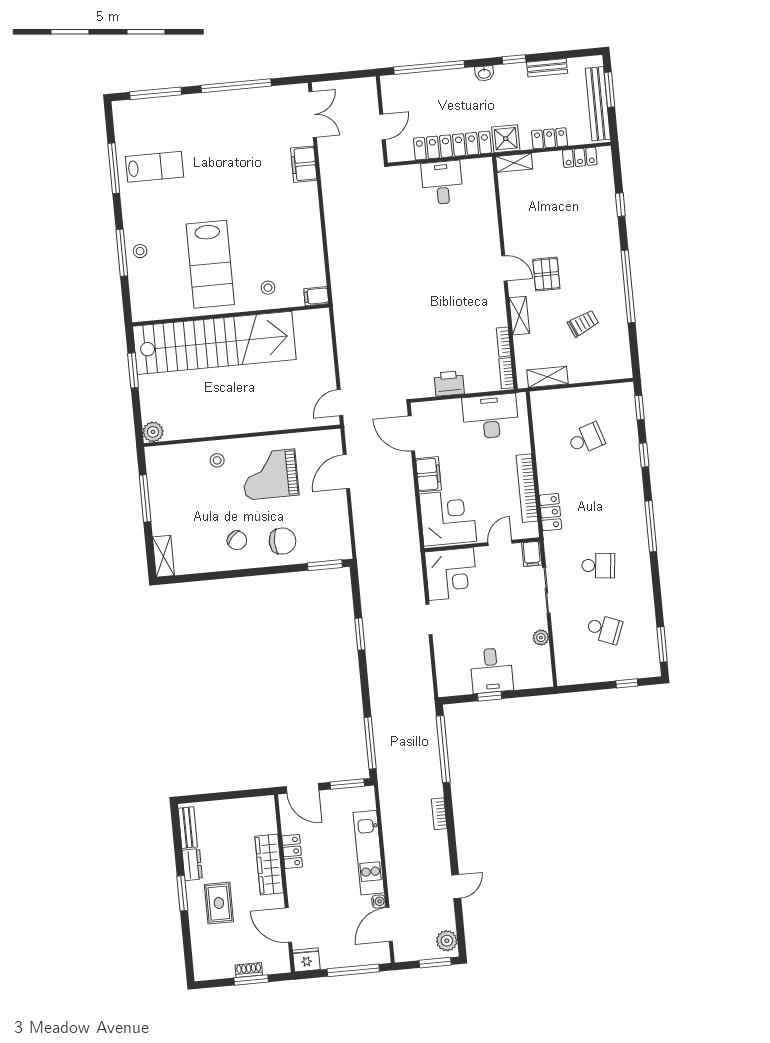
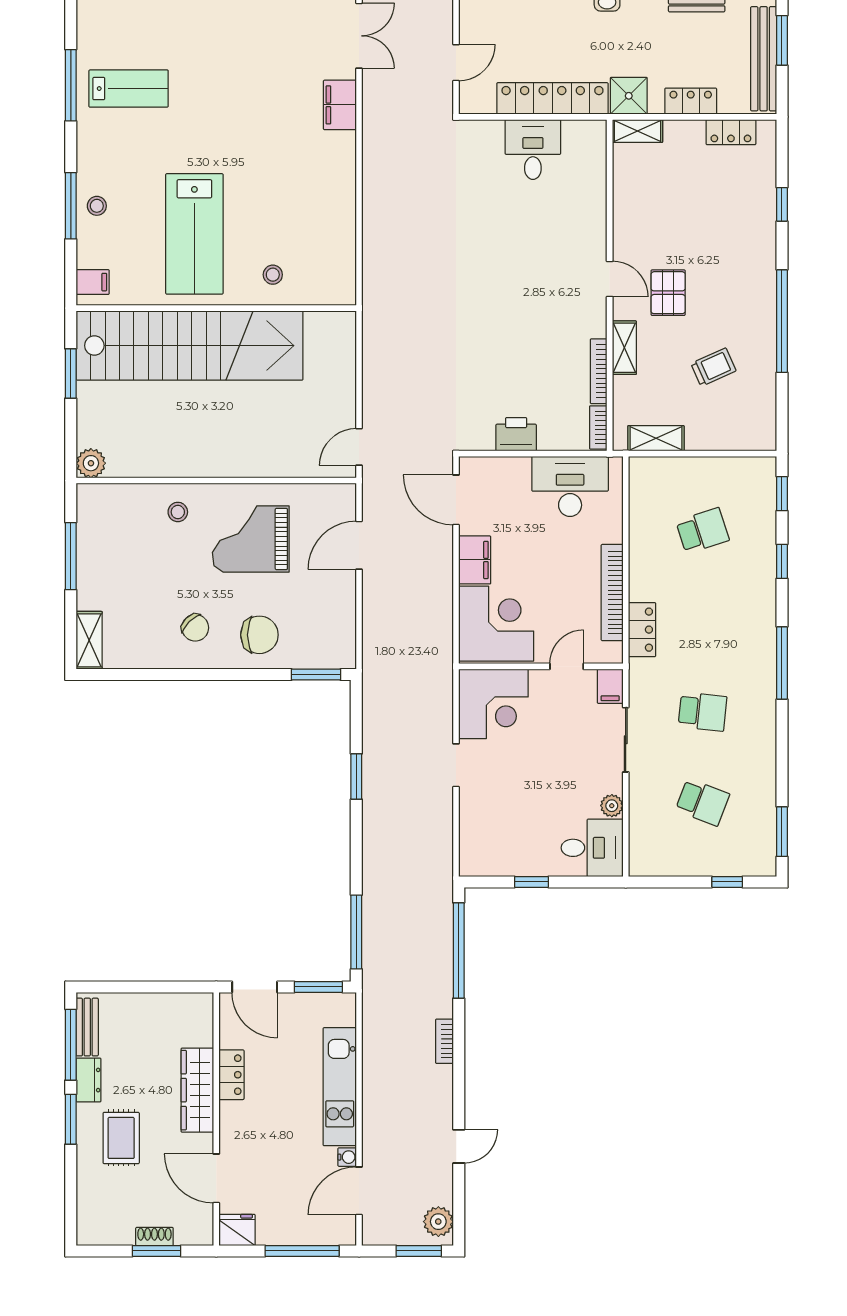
filing cabinet: (316, 296) -> (93, 282), moved, turned 180
bookcase: (504, 342) -> (599, 371), width x1.56
desk: (491, 670) -> (592, 848), moved, turned -90
window: (177, 841) -> (71, 1045), added

